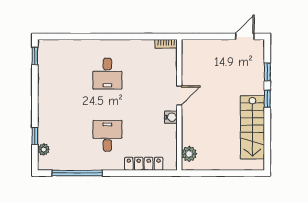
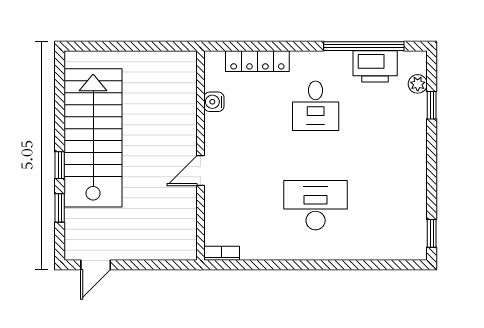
desk: (107, 74) -> (316, 205), width x1.37
water cooler: (171, 117) -> (214, 102), moved
stairs: (252, 127) -> (93, 138), width x1.36, depth x1.51
plant: (189, 154) -> (185, 77), removed
printer: (70, 160) -> (375, 66), added

